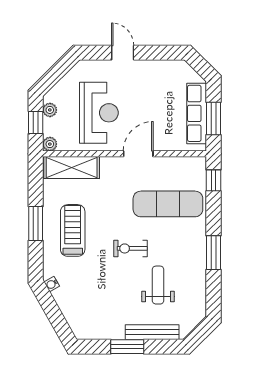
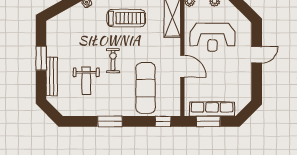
weight bench: (158, 285) -> (86, 81), turned 90

